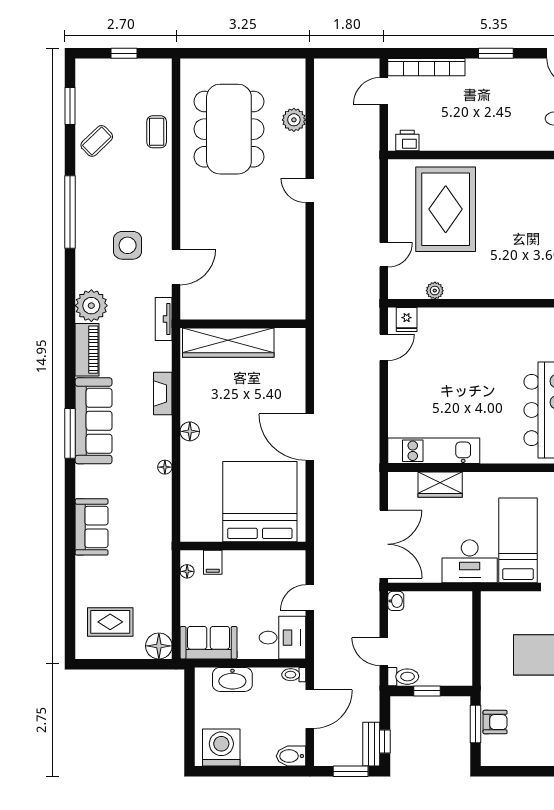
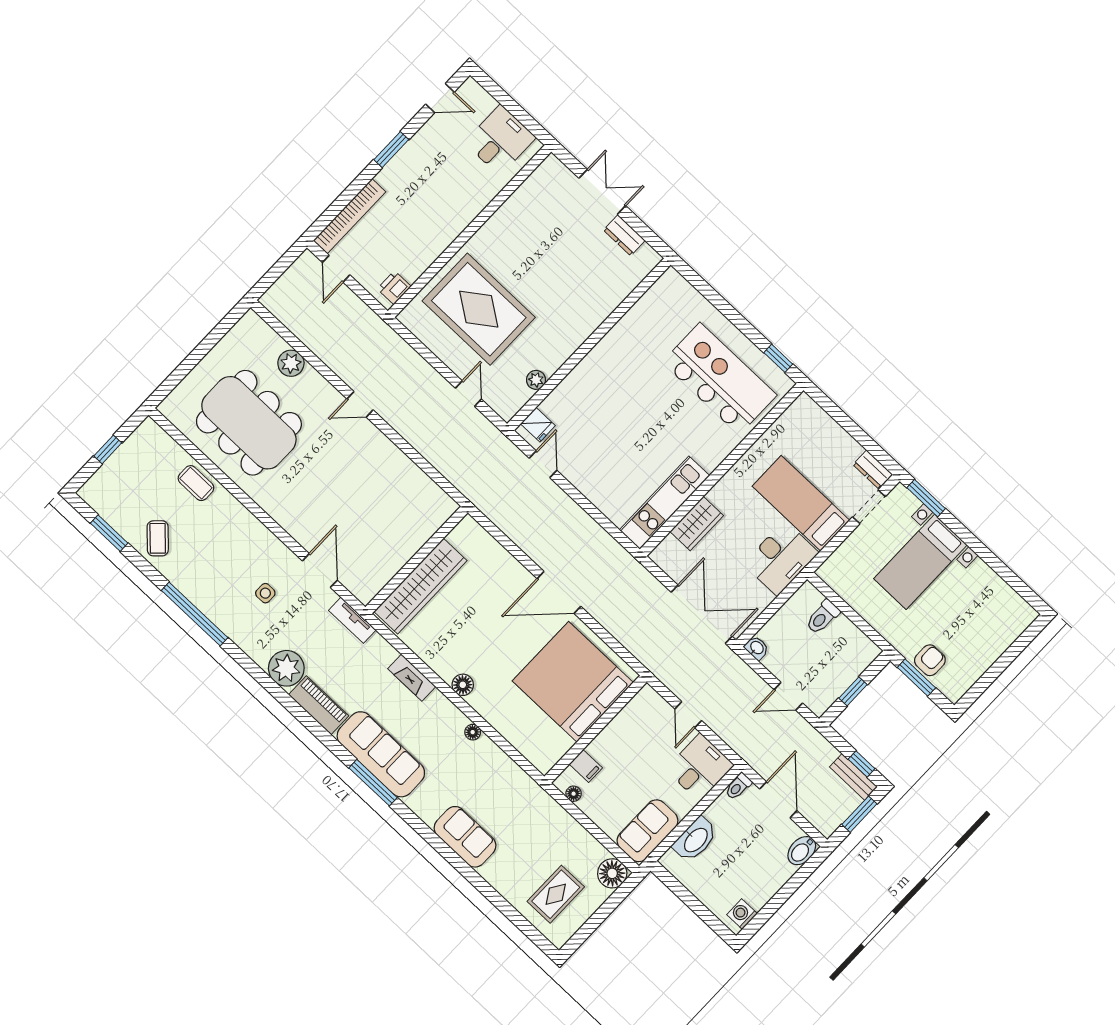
side table: (128, 245) -> (265, 593), width x0.54, depth x0.54
toilet: (403, 677) -> (823, 617), moved, turned 180
washing machine: (221, 747) -> (742, 914), width x0.53, depth x0.53

